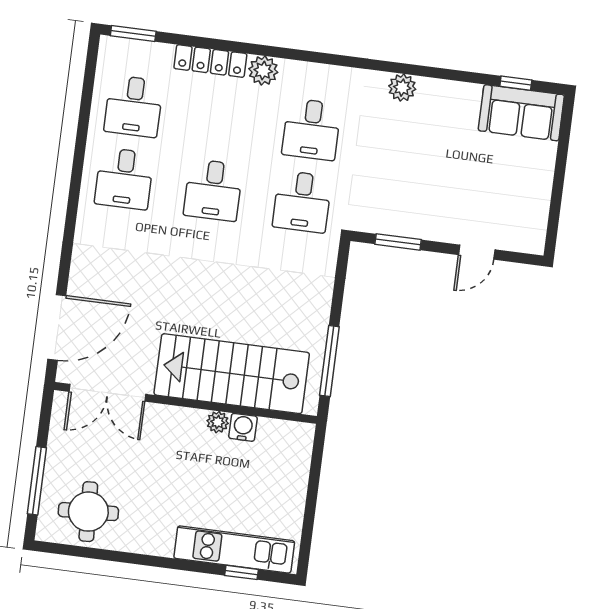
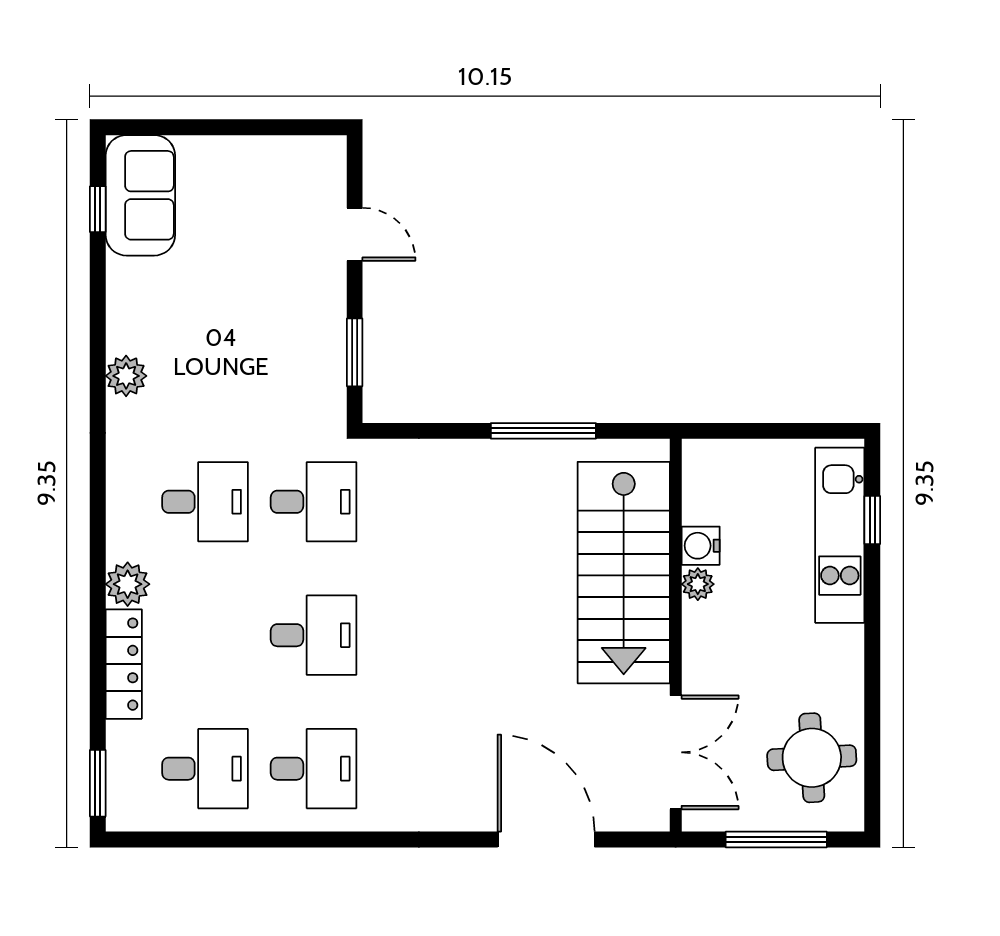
stairs: (232, 374) -> (624, 573), moved
double door: (107, 393) -> (676, 752), moved
wall: (185, 403) -> (676, 635), moved
plant: (218, 422) -> (698, 584), moved
water cooler: (243, 427) -> (701, 546), moved

